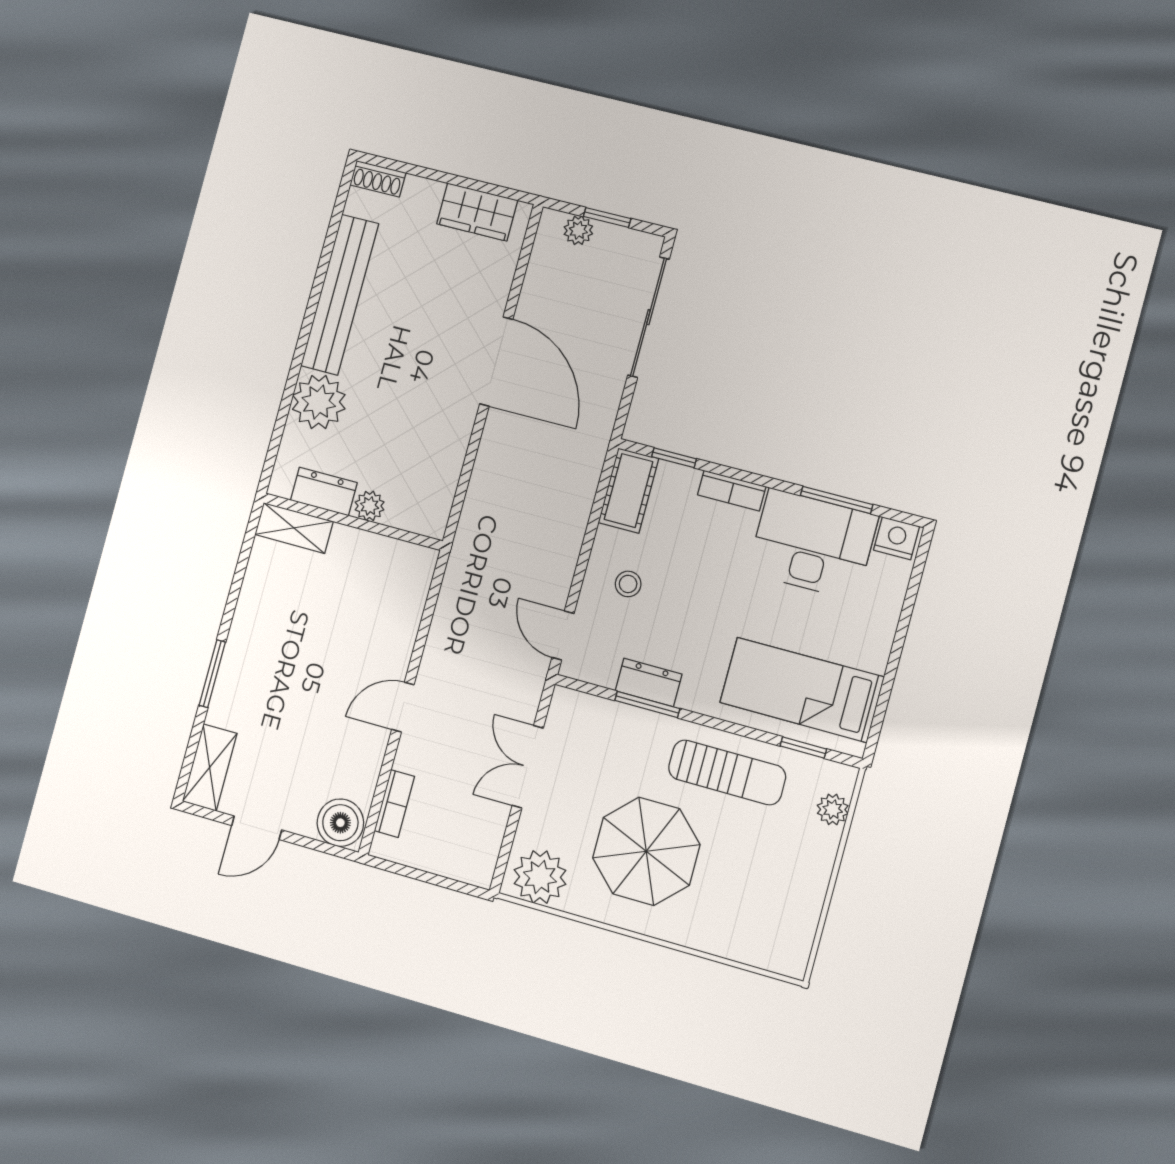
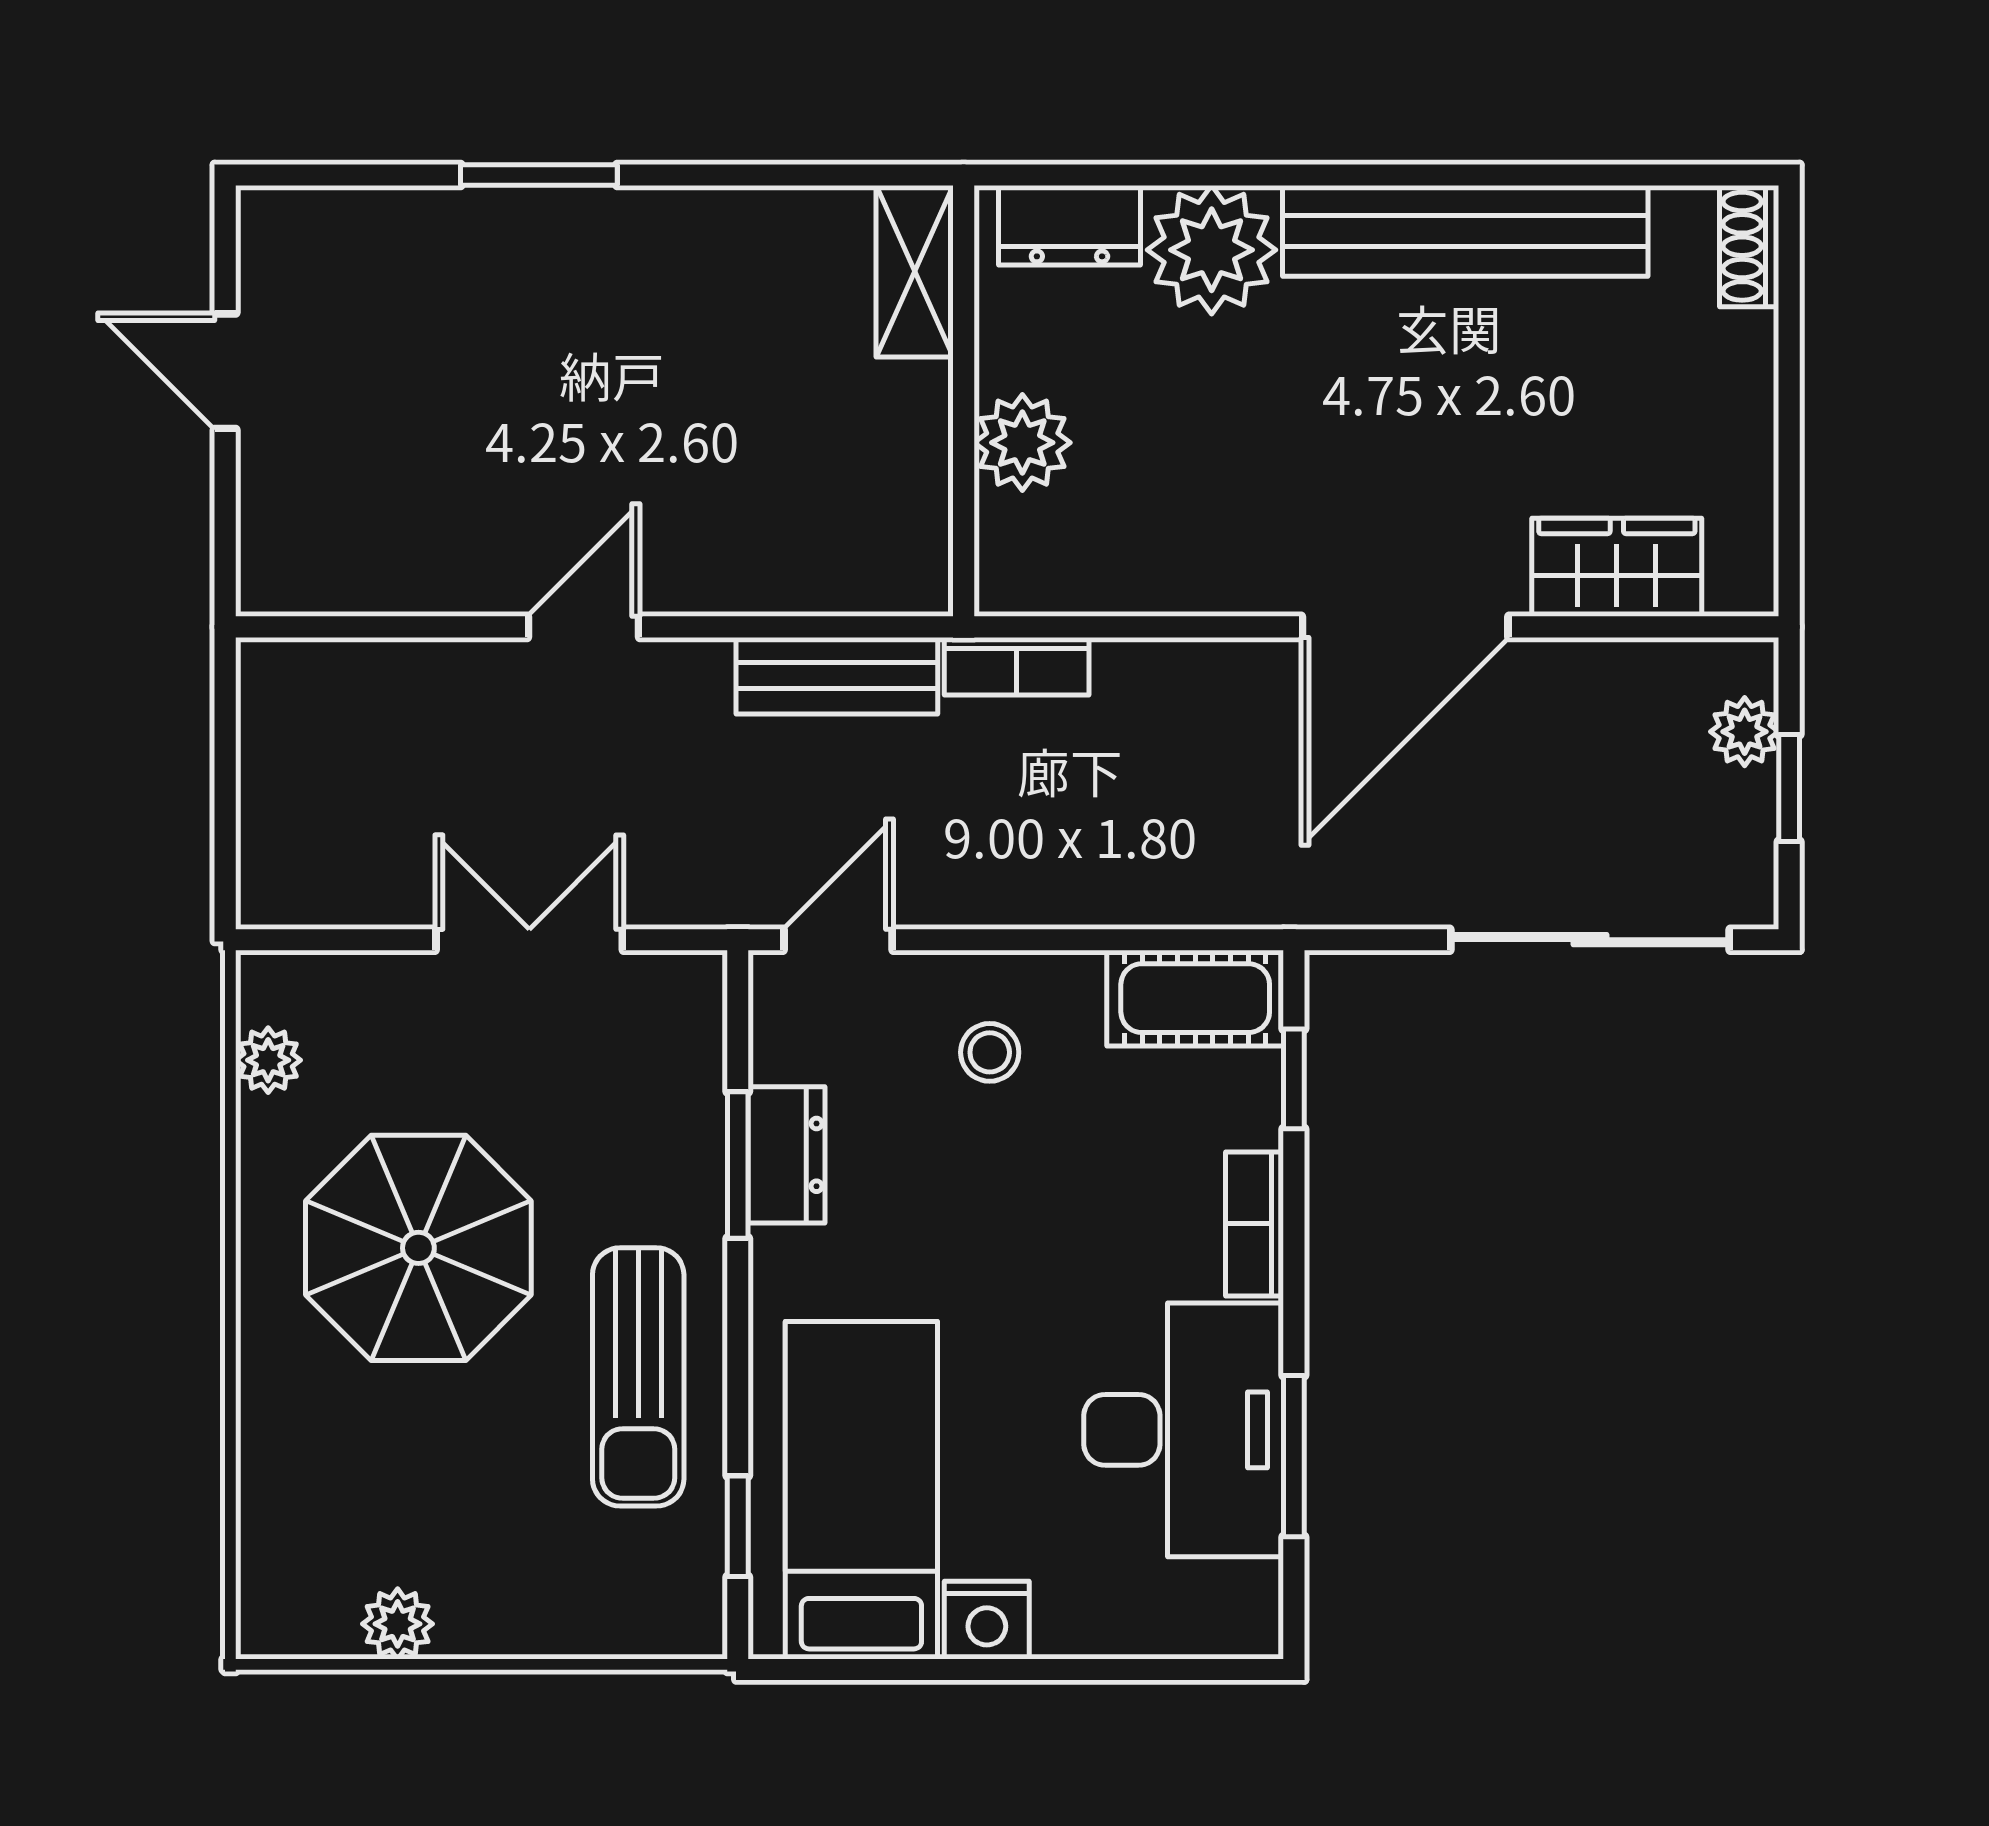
wardrobe: (477, 212) -> (1617, 567), moved, turned 90
dresser: (324, 491) -> (1069, 225), moved, turned 90
plant: (370, 506) -> (1022, 443), width x1.38, depth x1.38
nightstand: (896, 538) -> (987, 1620), moved, turned 90
bench: (452, 606) -> (837, 676), added
door: (403, 707) -> (583, 627), hinge flipped
shelving: (210, 767) -> (328, 227), removed
bookcase: (394, 804) -> (1017, 666), moved
plant: (833, 809) -> (398, 1624), moved
boiler: (340, 823) -> (290, 557), removed
plant: (540, 877) -> (268, 1060), width x0.53, depth x0.53

